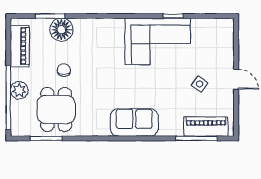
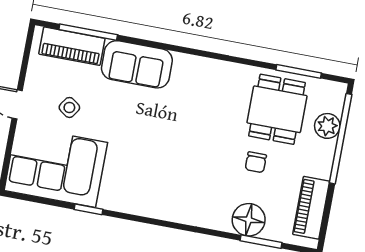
corner sofa: (158, 41) -> (56, 167), moved
plant: (19, 90) -> (327, 126), moved
sofa: (134, 122) -> (137, 64), moved

